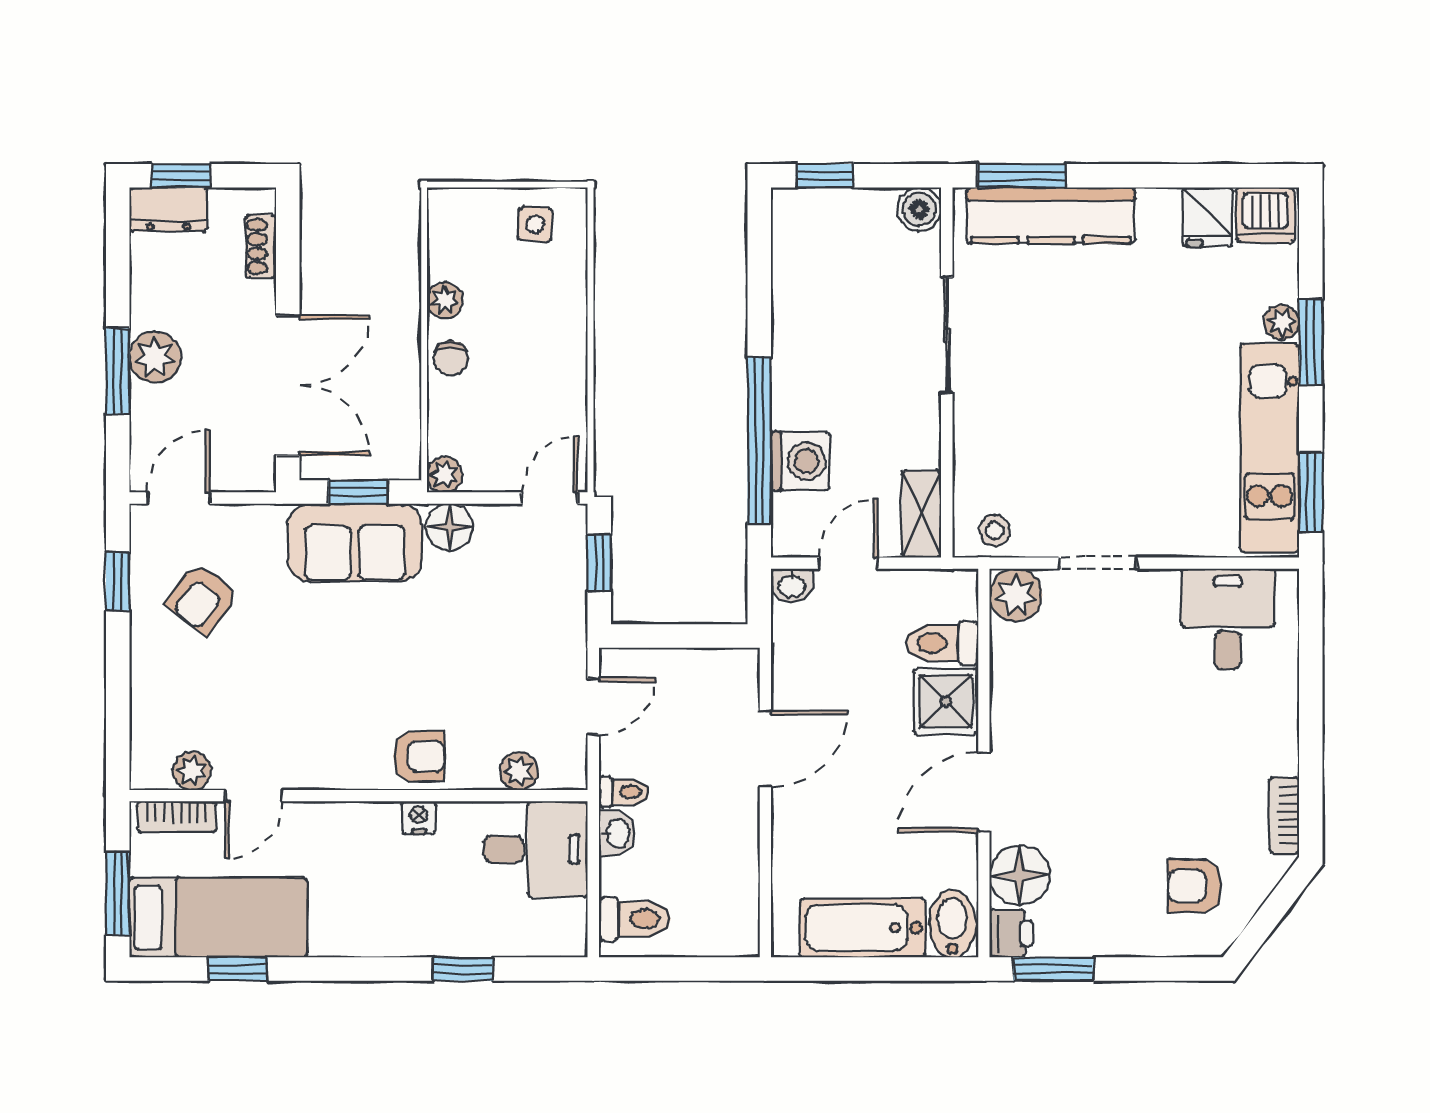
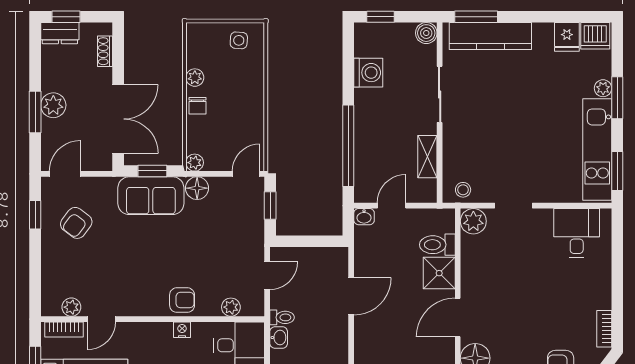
washing machine: (800, 461) -> (368, 73), moved
shelving: (922, 514) -> (427, 157), moved

